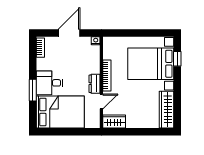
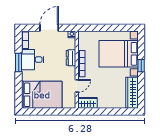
window: (177, 59) -> (141, 66), moved
desk: (49, 83) -> (33, 60), moved
dresser: (95, 84) -> (71, 58), moved
window: (33, 90) -> (19, 63), moved

